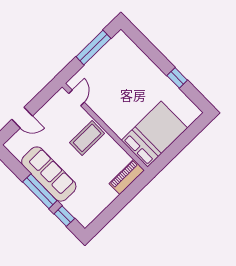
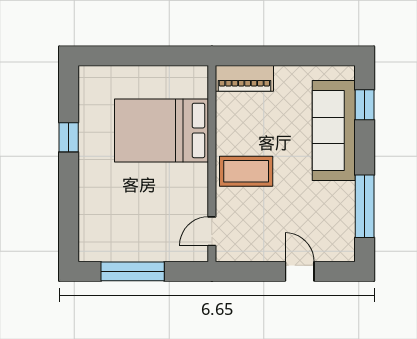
bed: (154, 134) -> (161, 130), moved
sofa: (49, 174) -> (334, 131), moved
window: (40, 191) -> (365, 206), moved

